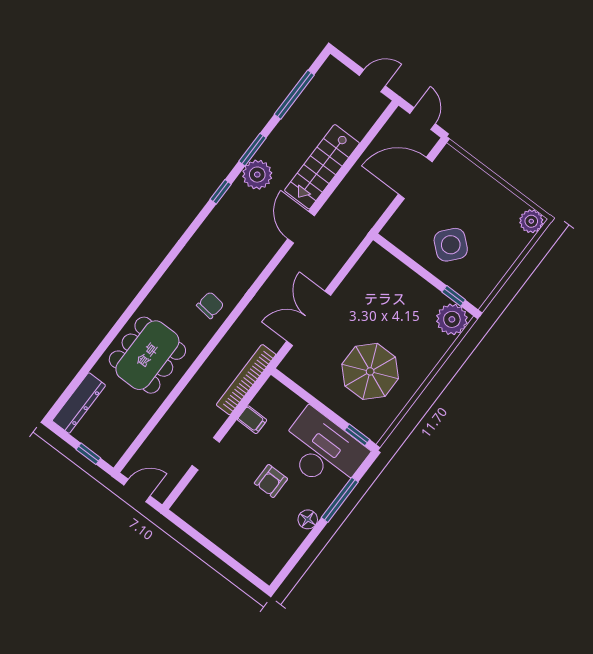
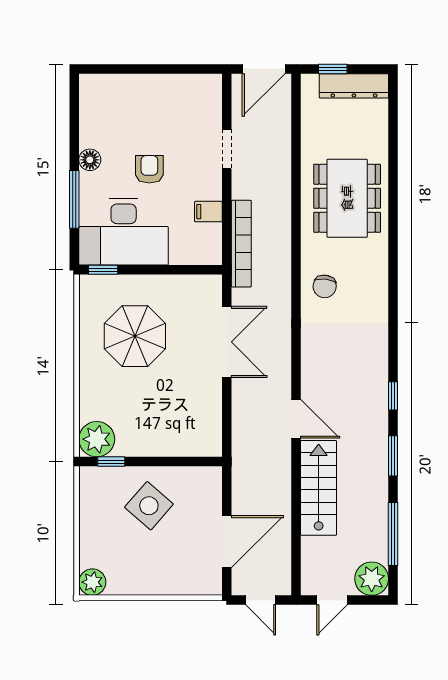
plant: (257, 175) -> (372, 579), moved
dresser: (79, 403) -> (354, 86), moved, turned -90
door: (137, 491) -> (264, 69), width x1.38

